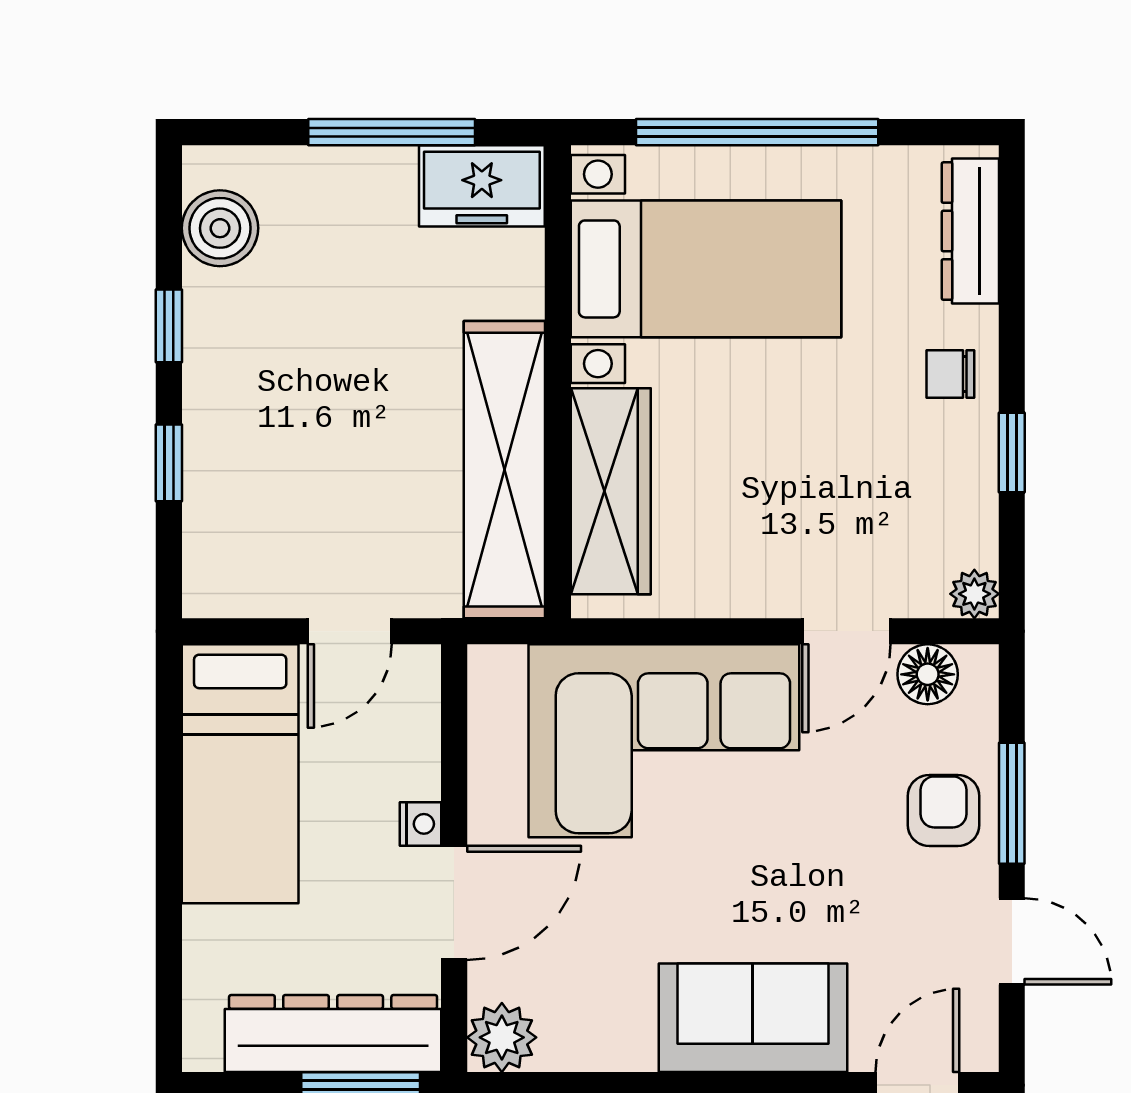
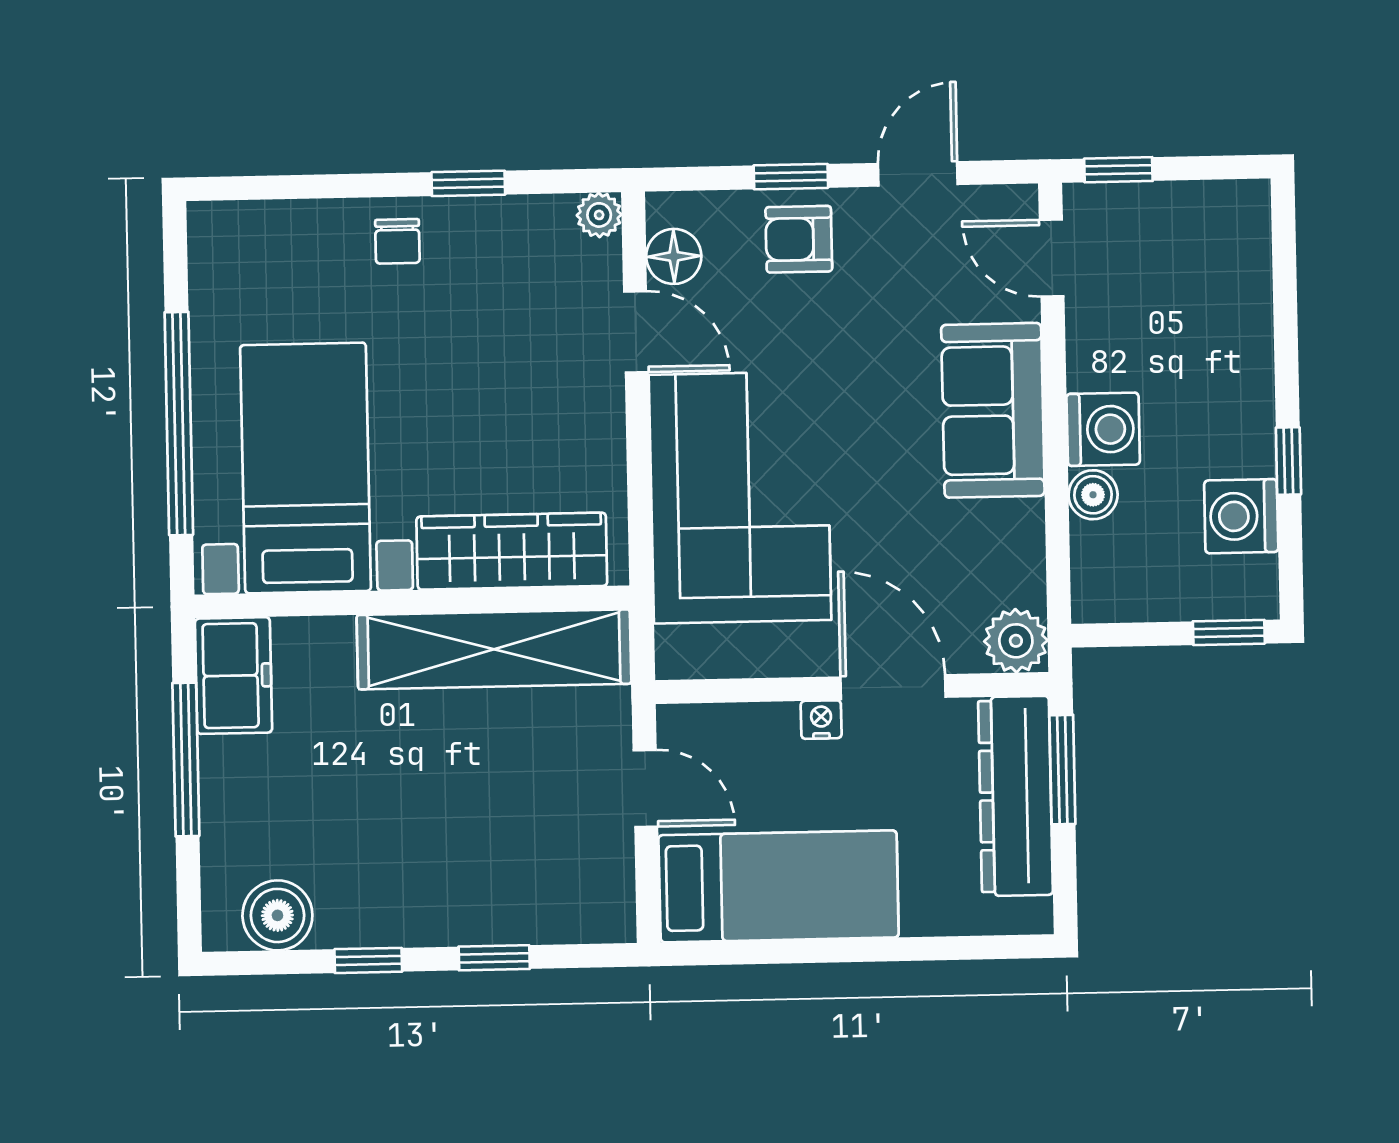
dresser: (970, 231) -> (266, 226), removed
window: (1012, 803) -> (791, 177), width x0.67

